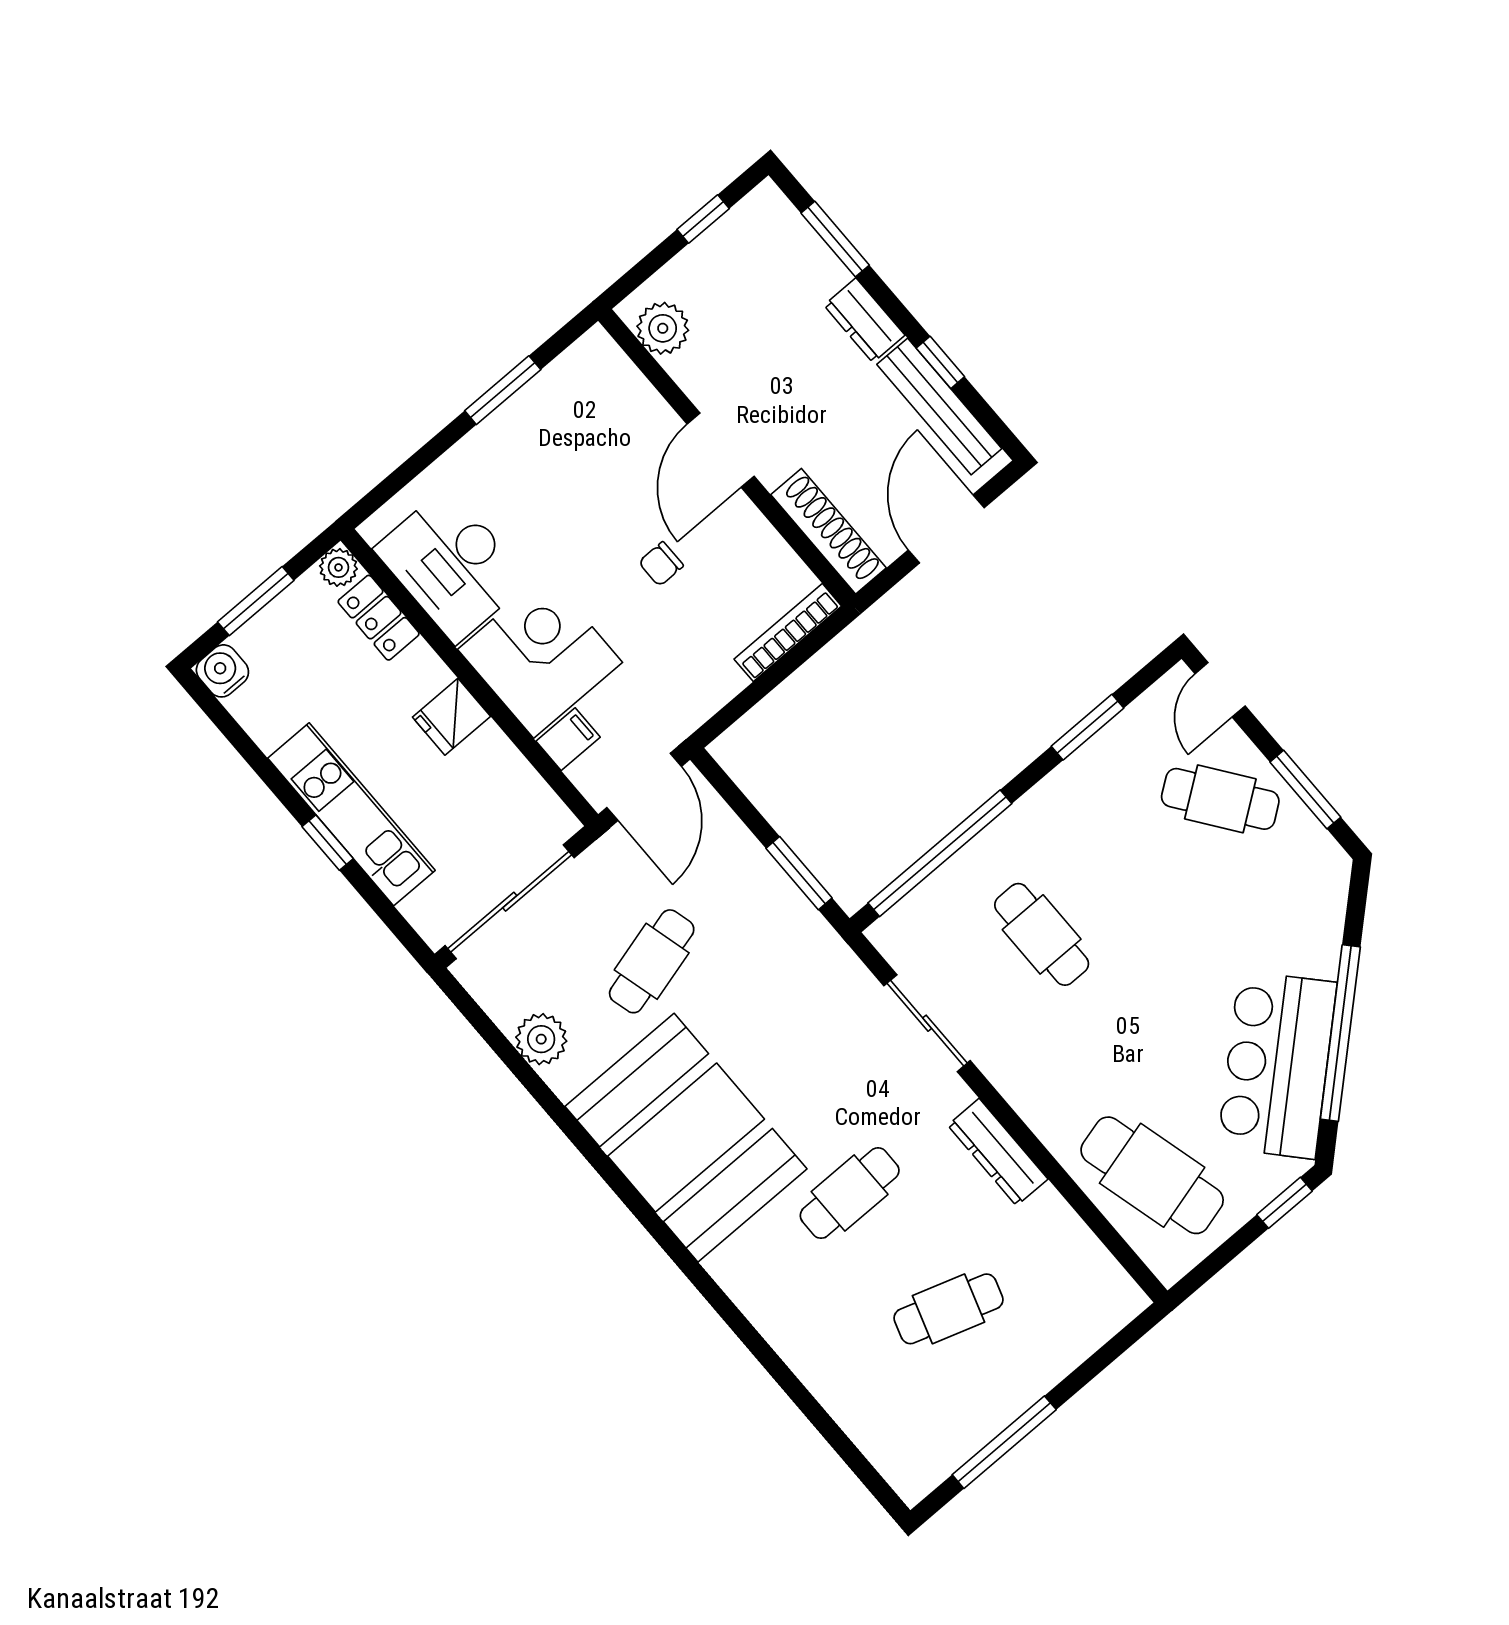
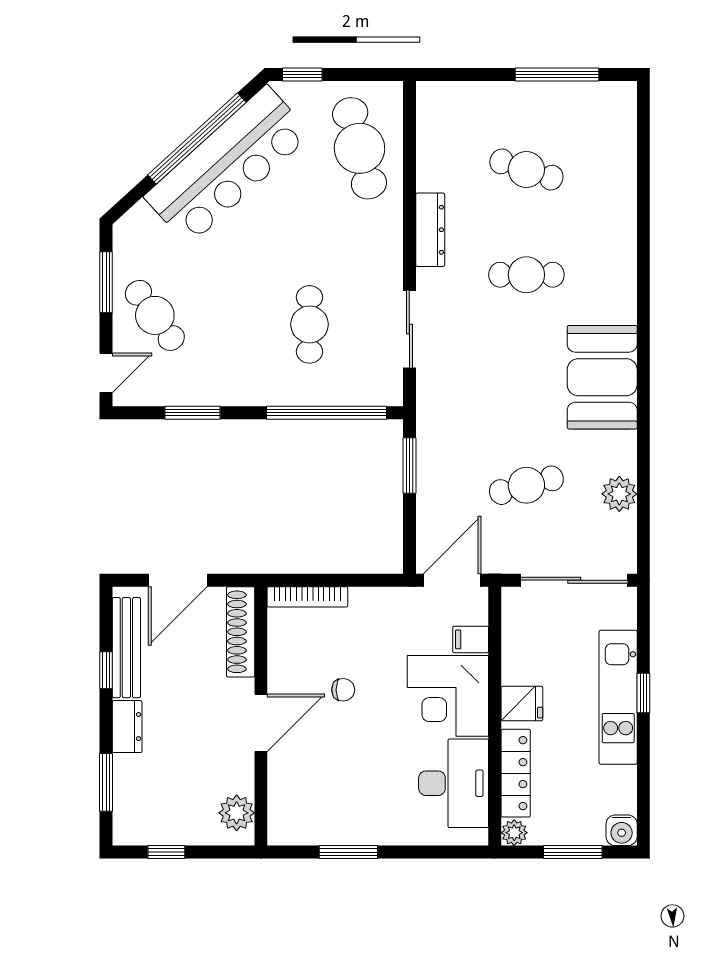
locker: (379, 618) -> (516, 773), width x1.53
bar counter: (1277, 1065) -> (228, 165), width x1.36
booth: (686, 1138) -> (602, 377), width x0.73, depth x0.70

